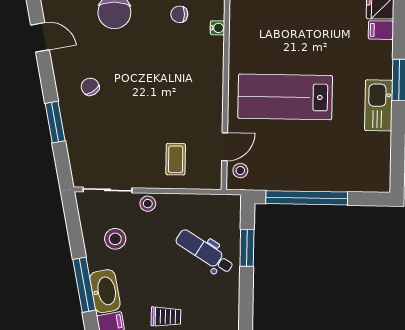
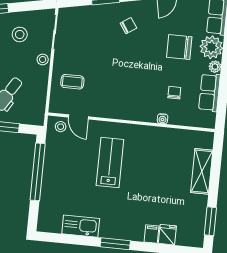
lab bench: (285, 97) -> (110, 163), width x0.73, depth x0.72
kitchen sink: (379, 105) -> (81, 226), moved

